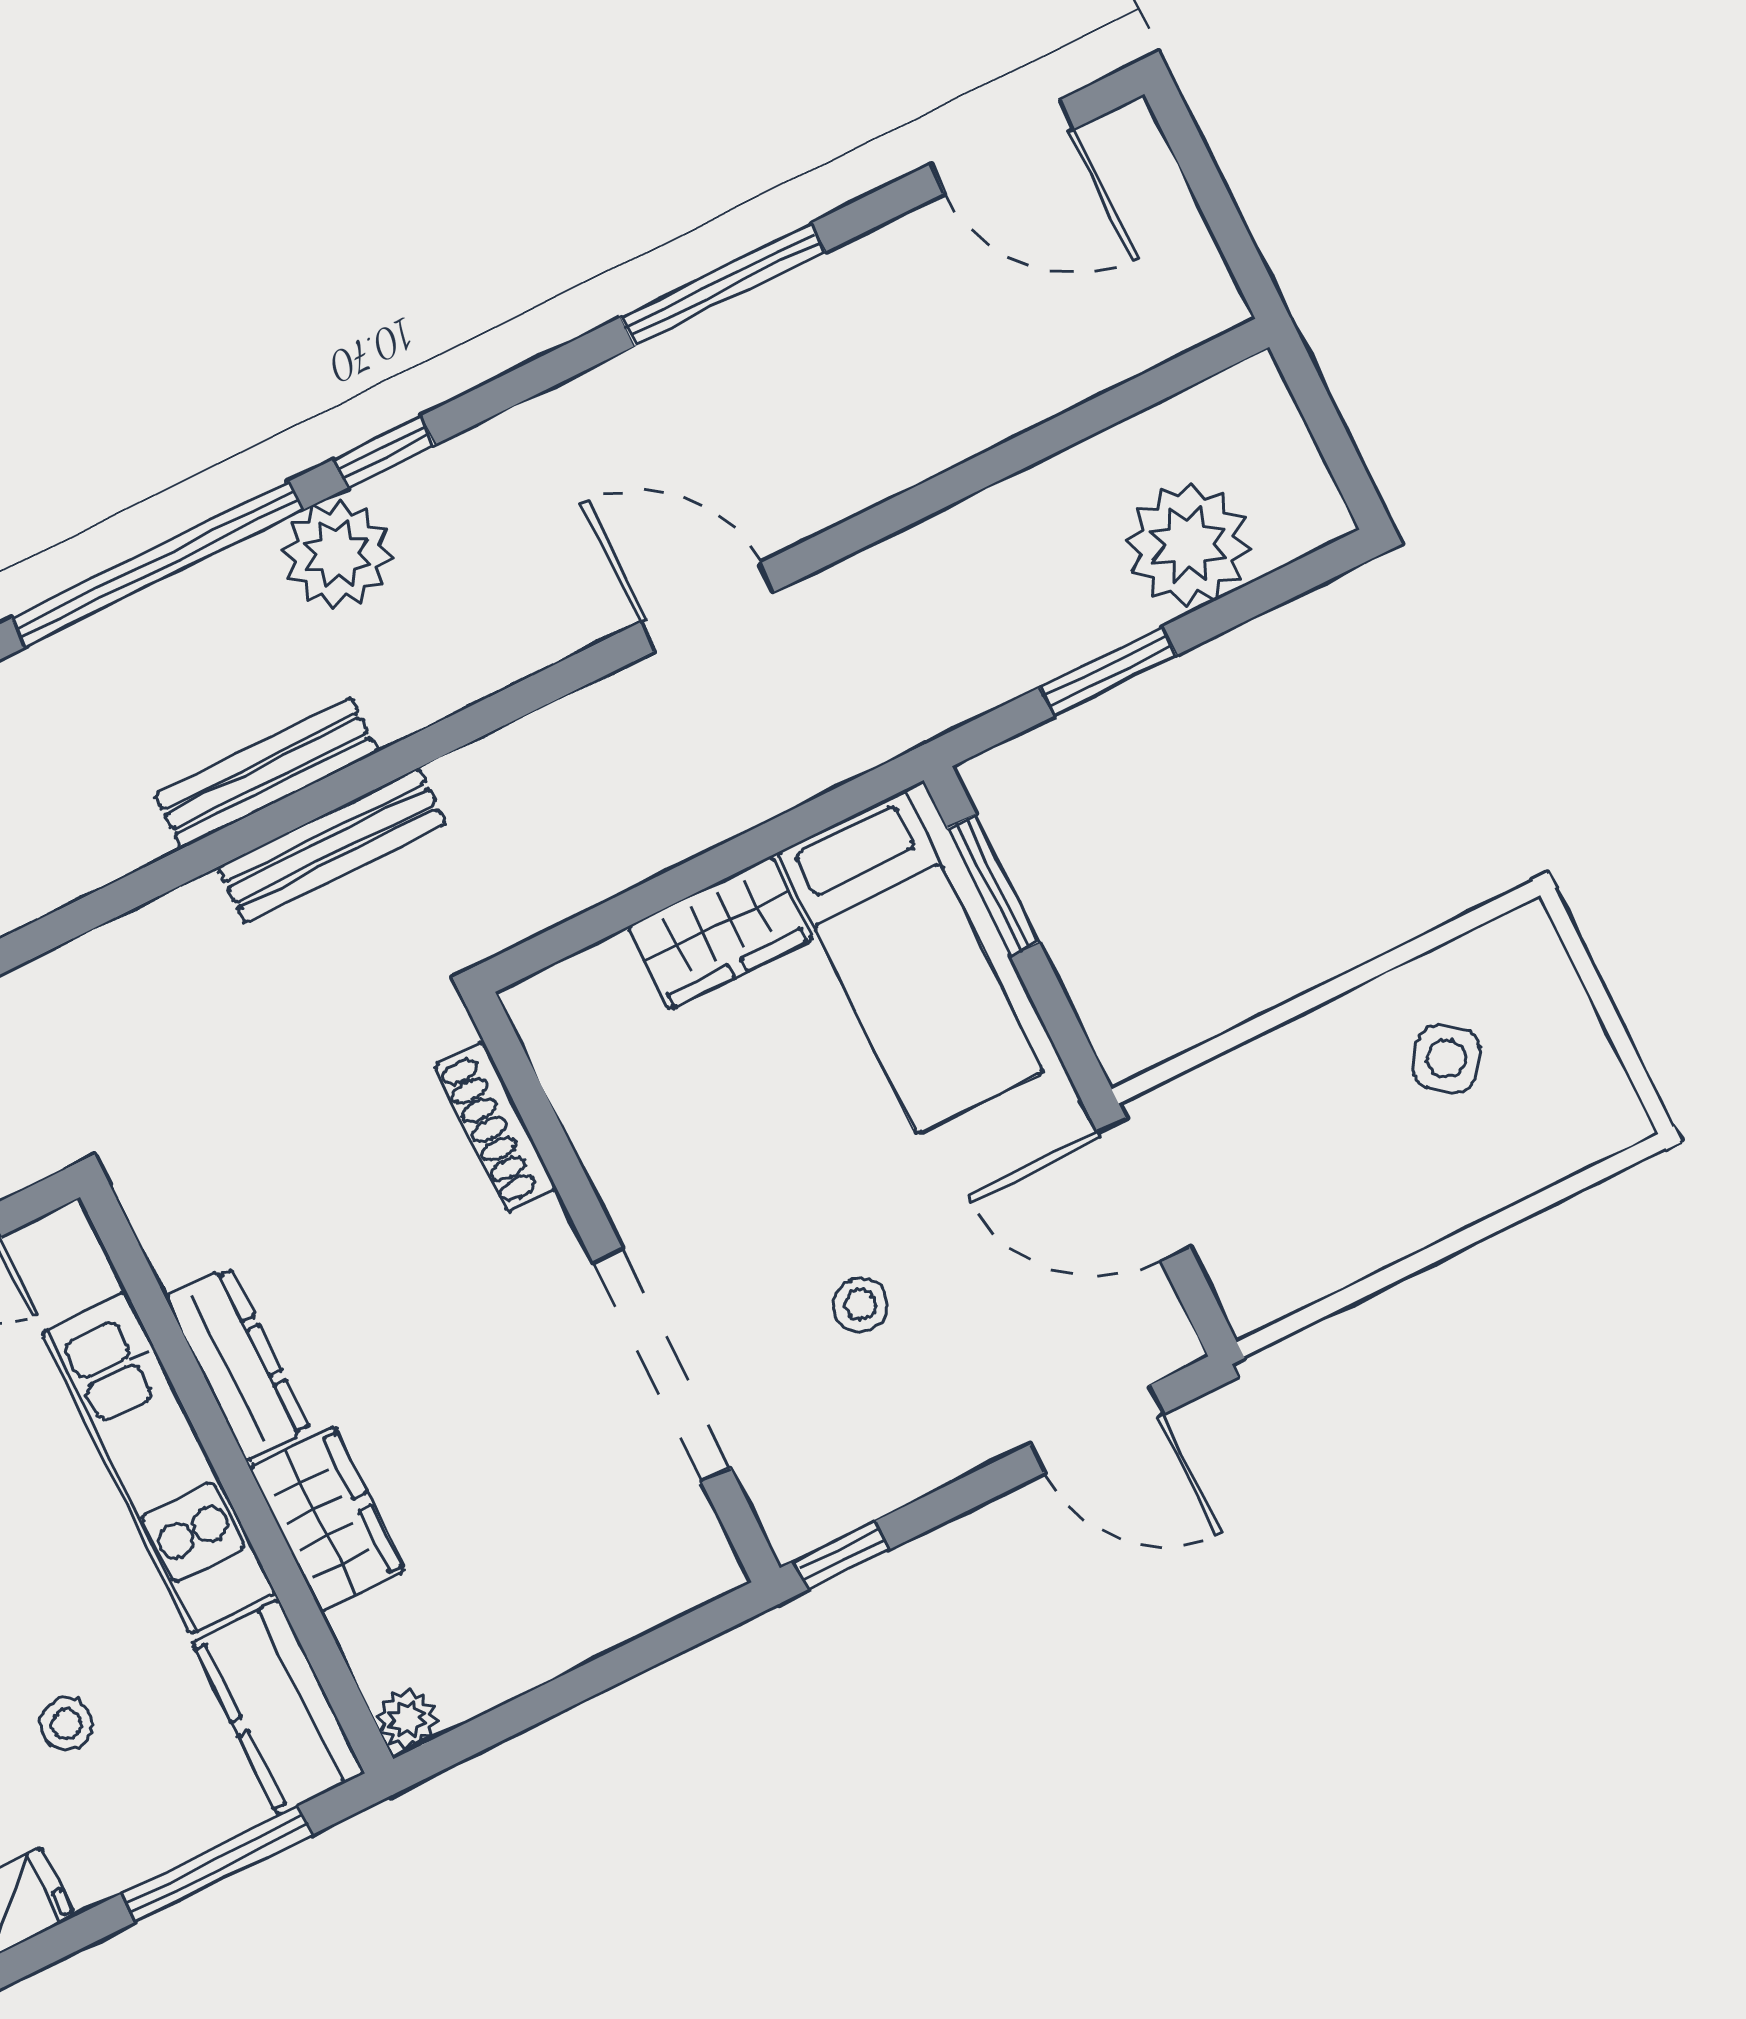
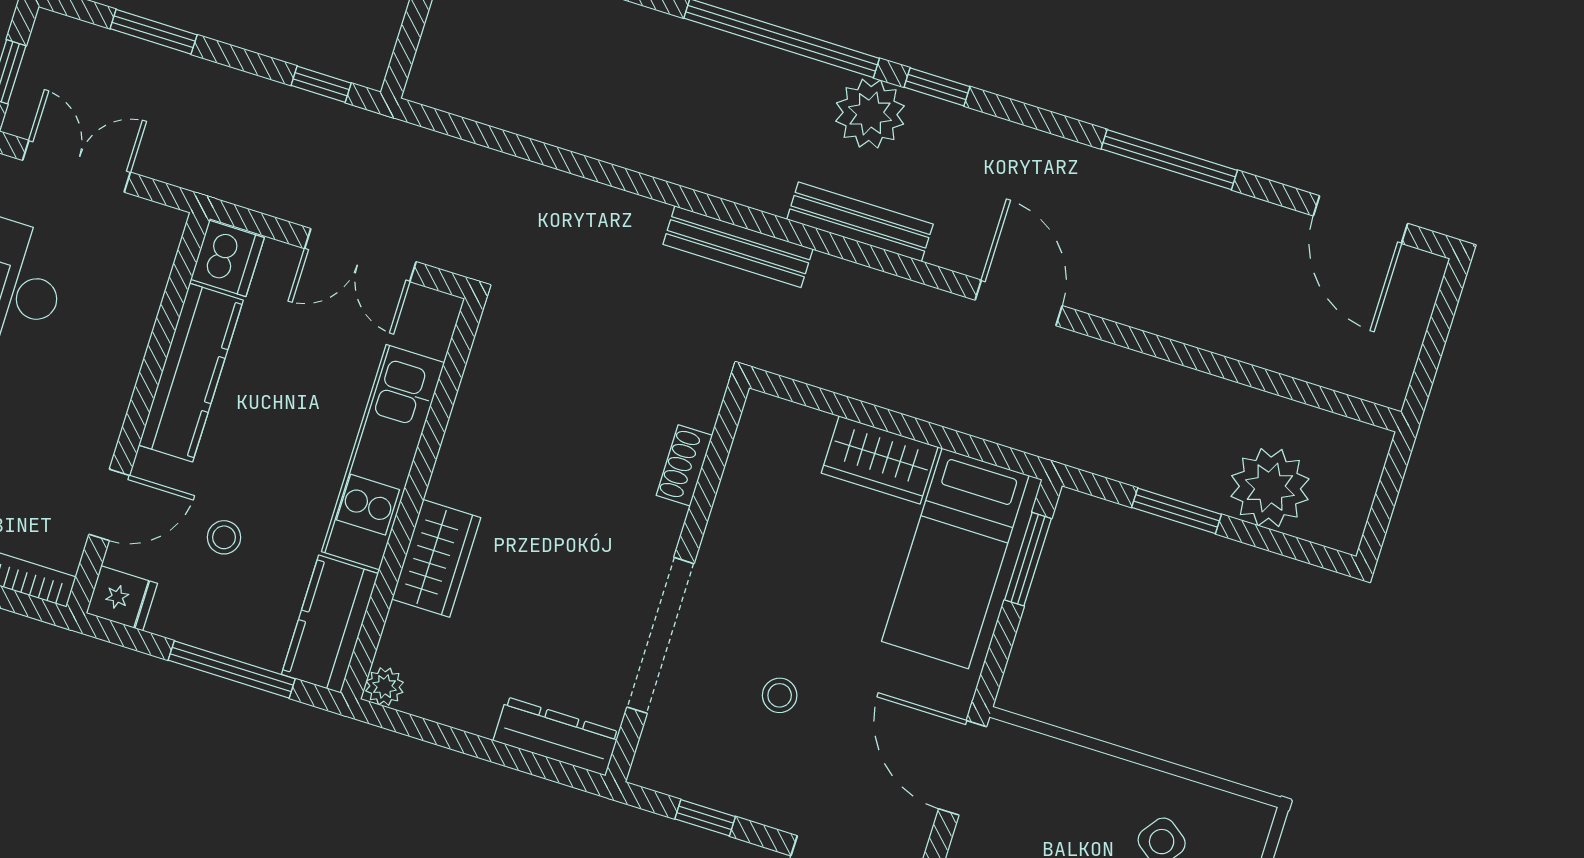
bench: (266, 773) -> (860, 222), moved
shoe rack: (495, 1127) -> (684, 465), width x0.70
dresser: (238, 1364) -> (556, 736), moved, turned -90
window: (841, 1555) -> (705, 818), moved

